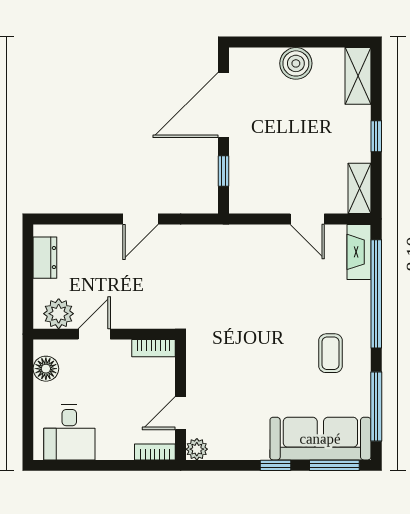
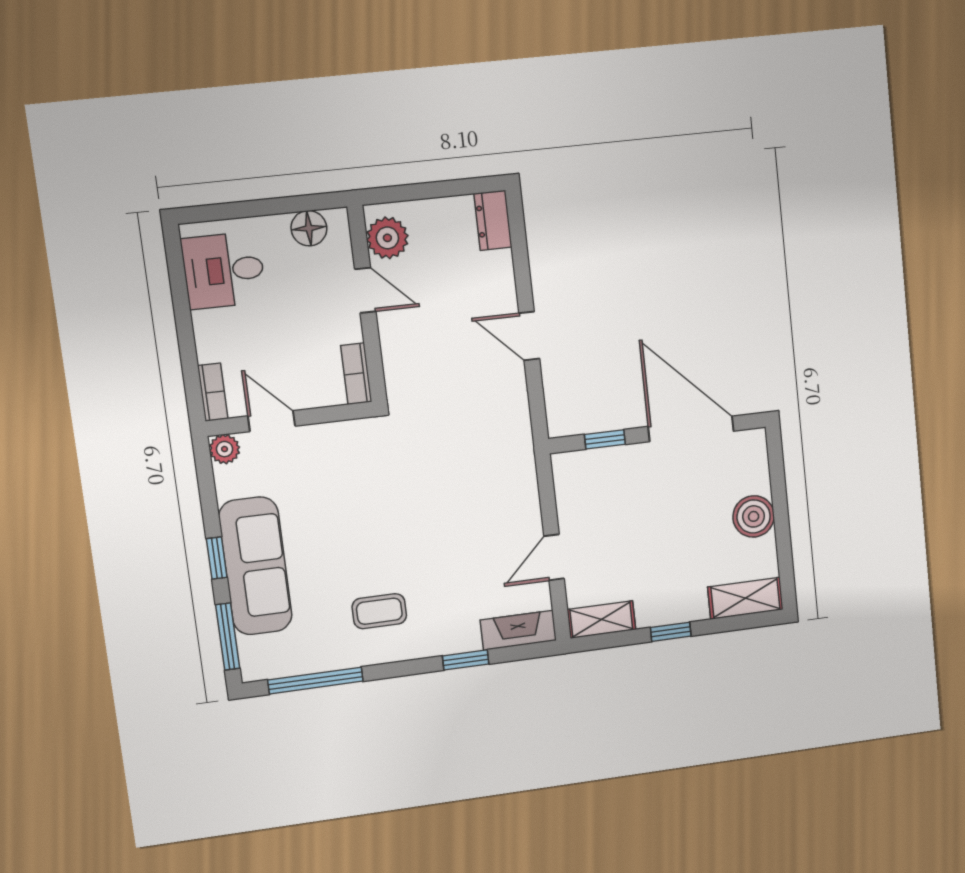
dresser: (45, 258) -> (493, 220), moved, turned 90
window: (376, 294) -> (466, 660), width x0.32
sofa: (320, 439) -> (255, 566), moved

